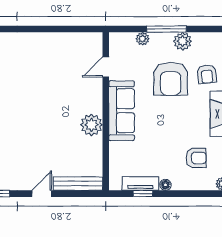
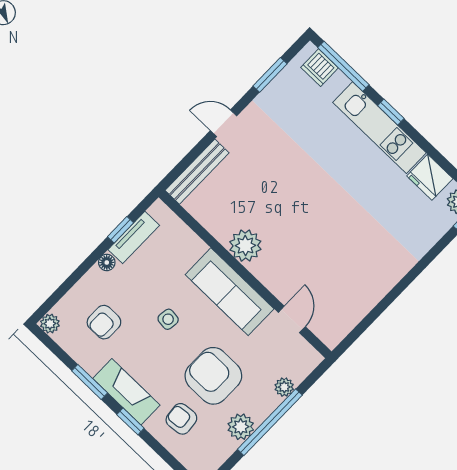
window: (167, 29) -> (270, 422), width x1.46
side table: (164, 128) -> (168, 319), added
door: (42, 194) -> (223, 123), swing flipped

